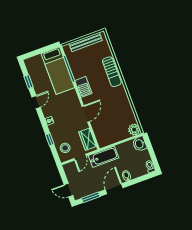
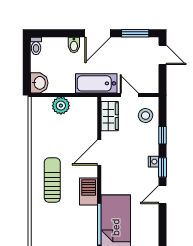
sun lounger: (112, 72) -> (52, 180), moved
window: (29, 82) -> (163, 167), moved
plant: (134, 130) -> (61, 106), moved
door: (80, 157) -> (129, 95), hinge flipped

